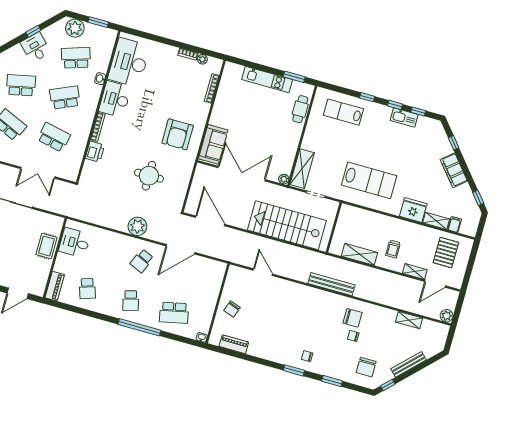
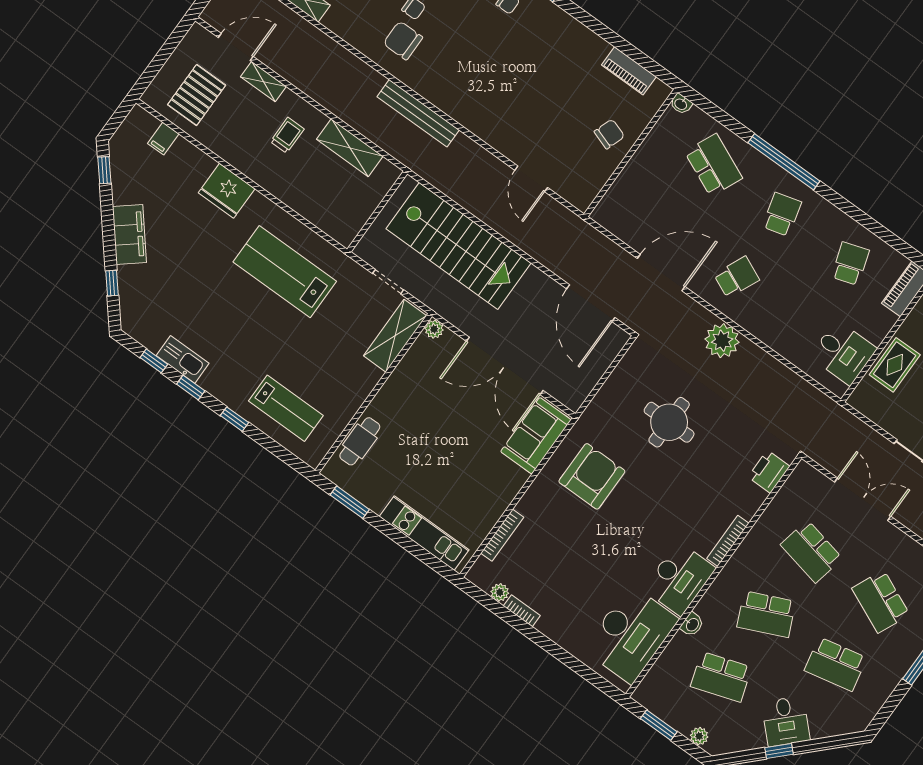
plant: (75, 28) -> (699, 736), width x0.53, depth x0.53
kitchen unit: (267, 80) -> (424, 533), moved
printer: (95, 152) -> (769, 472), moved
shelving: (436, 221) -> (193, 157), removed
school desk: (174, 313) -> (714, 165), turned 36

